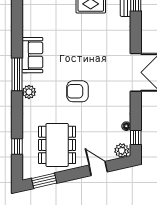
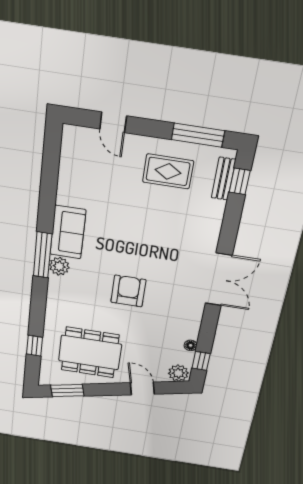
armchair: (78, 91) -> (128, 291), turned 90
plant: (29, 92) -> (59, 266), moved
dining table: (57, 145) -> (90, 353), turned 90

